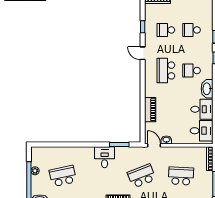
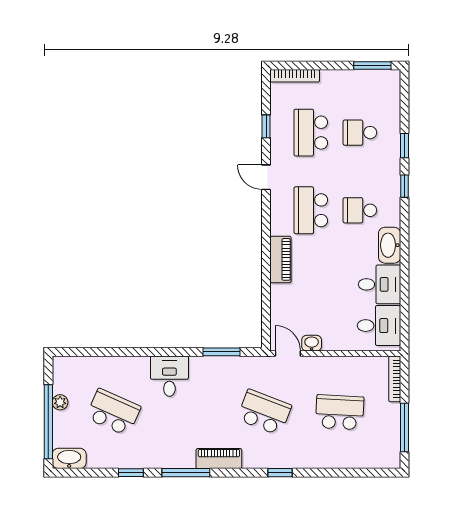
school desk: (166, 30) -> (311, 133), width x1.85
piano: (150, 110) -> (280, 259), moved
desk: (105, 157) -> (169, 376), moved
school desk: (63, 176) -> (113, 412), turned 36
school desk: (142, 176) -> (264, 412), turned 42

